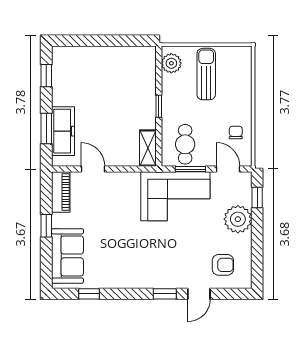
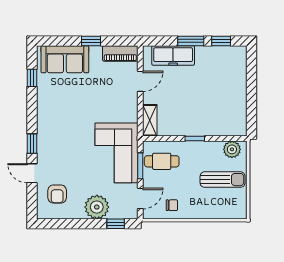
window: (46, 128) -> (191, 41), moved
shelving: (148, 148) -> (150, 120), moved, turned 90

